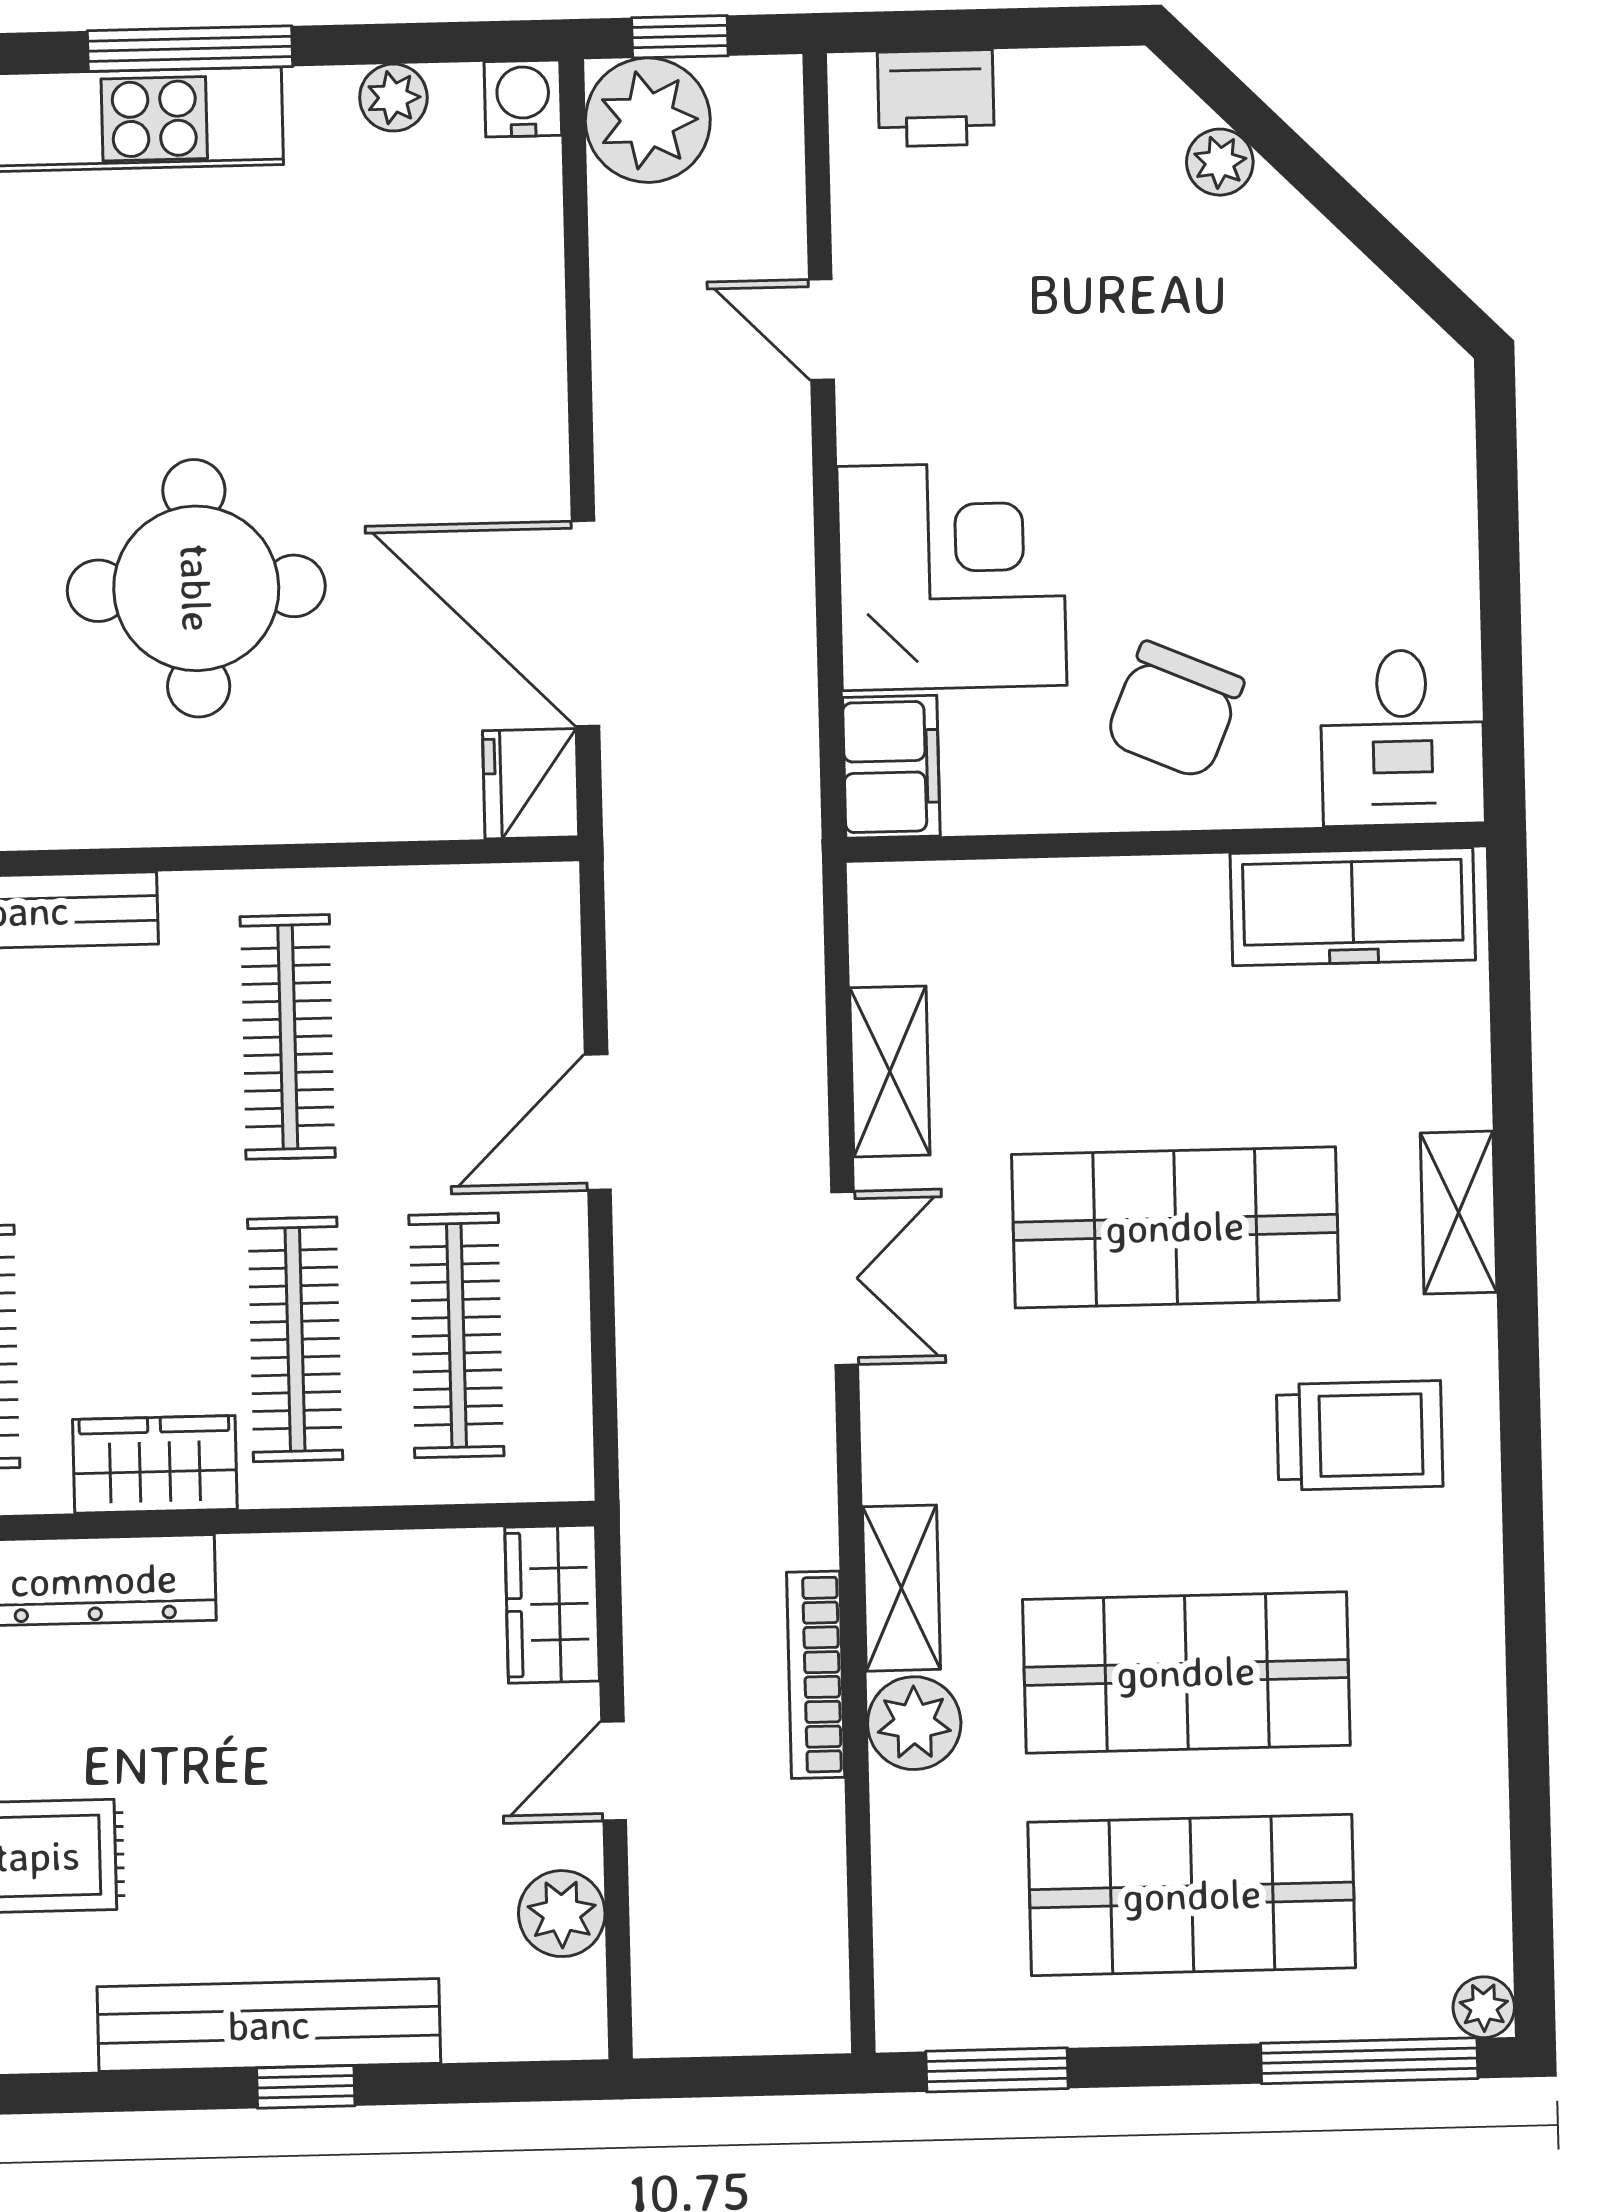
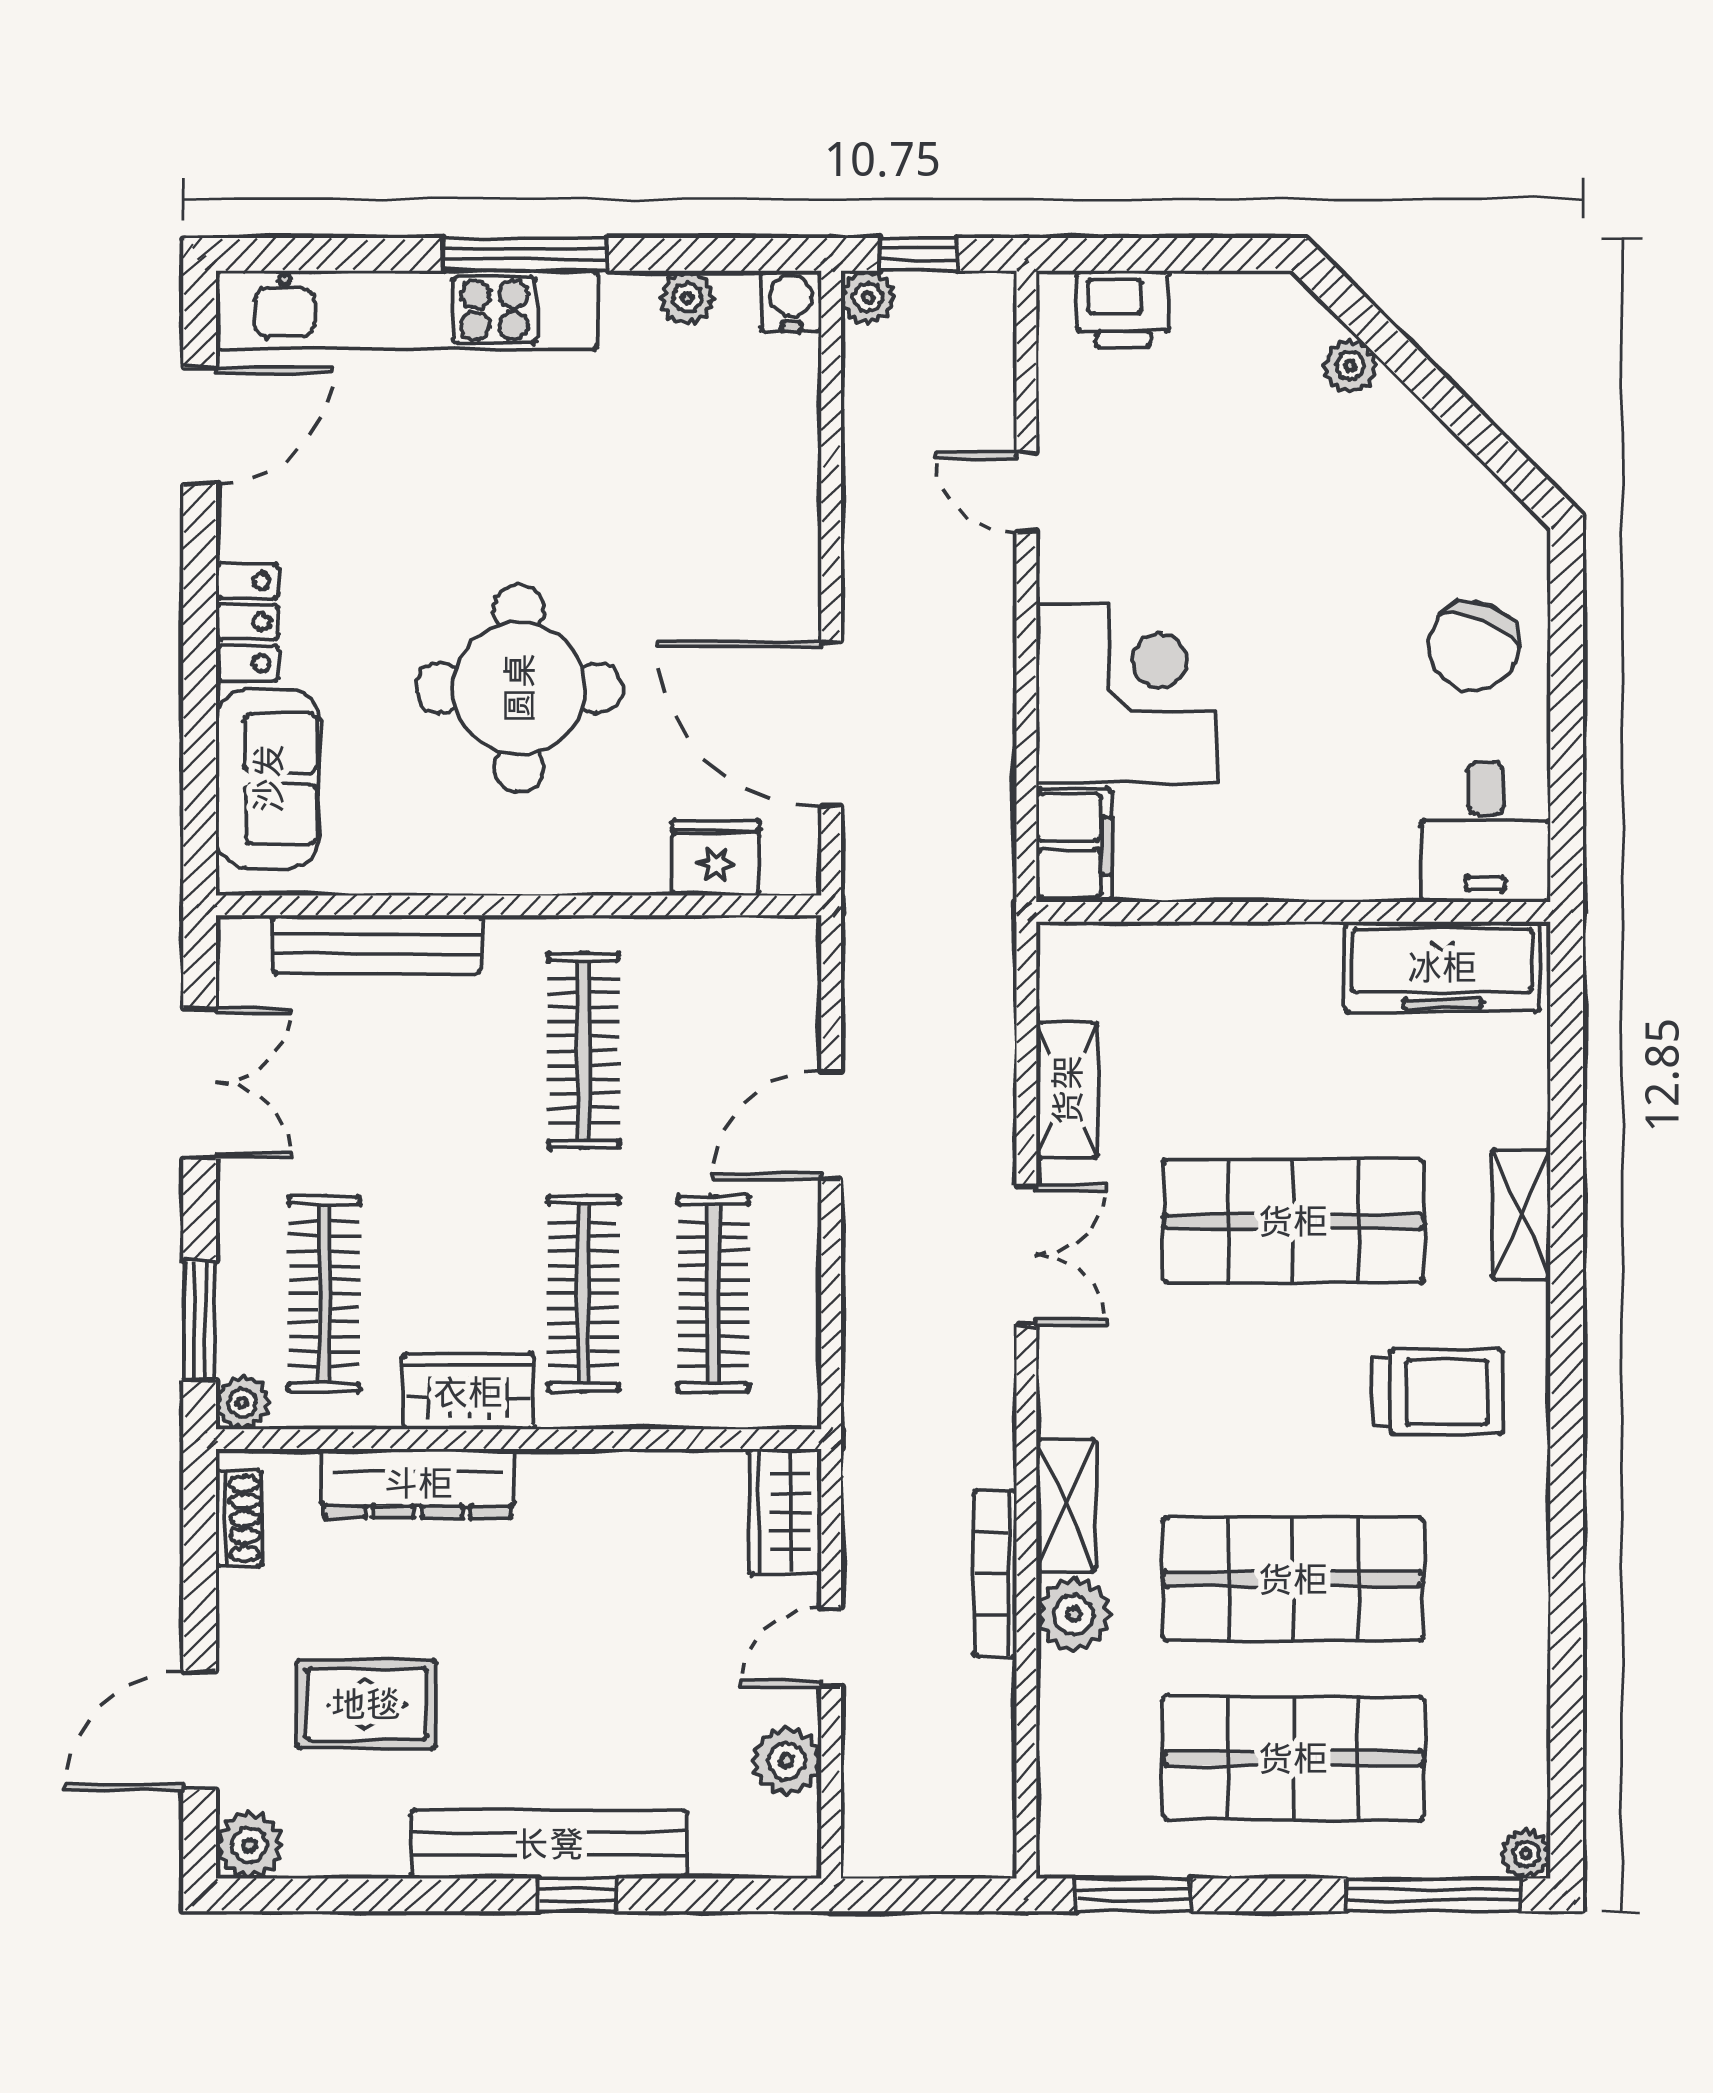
plant: (648, 120) -> (868, 297), width x0.53, depth x0.53
chair: (1174, 710) -> (1473, 646), moved
fridge: (531, 784) -> (716, 858), moved, turned 90

